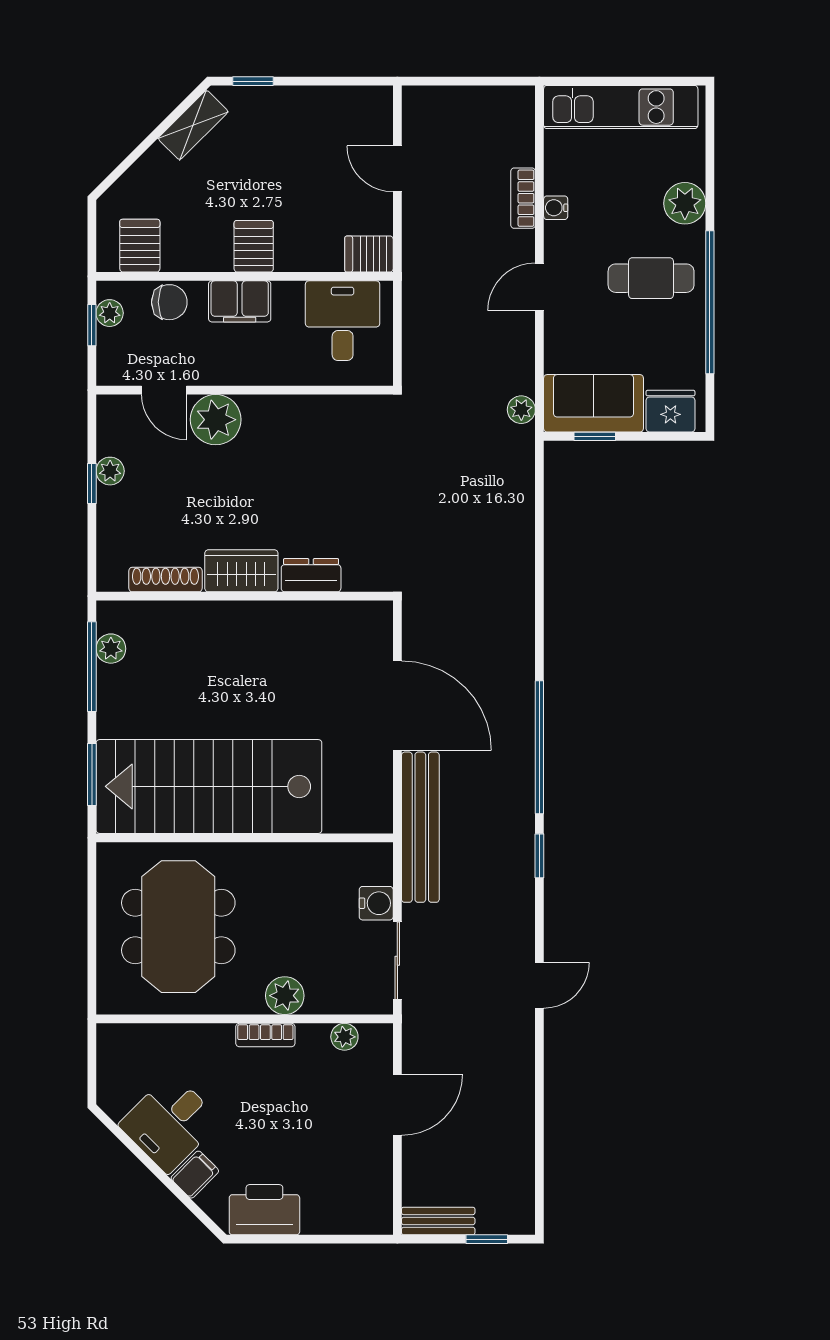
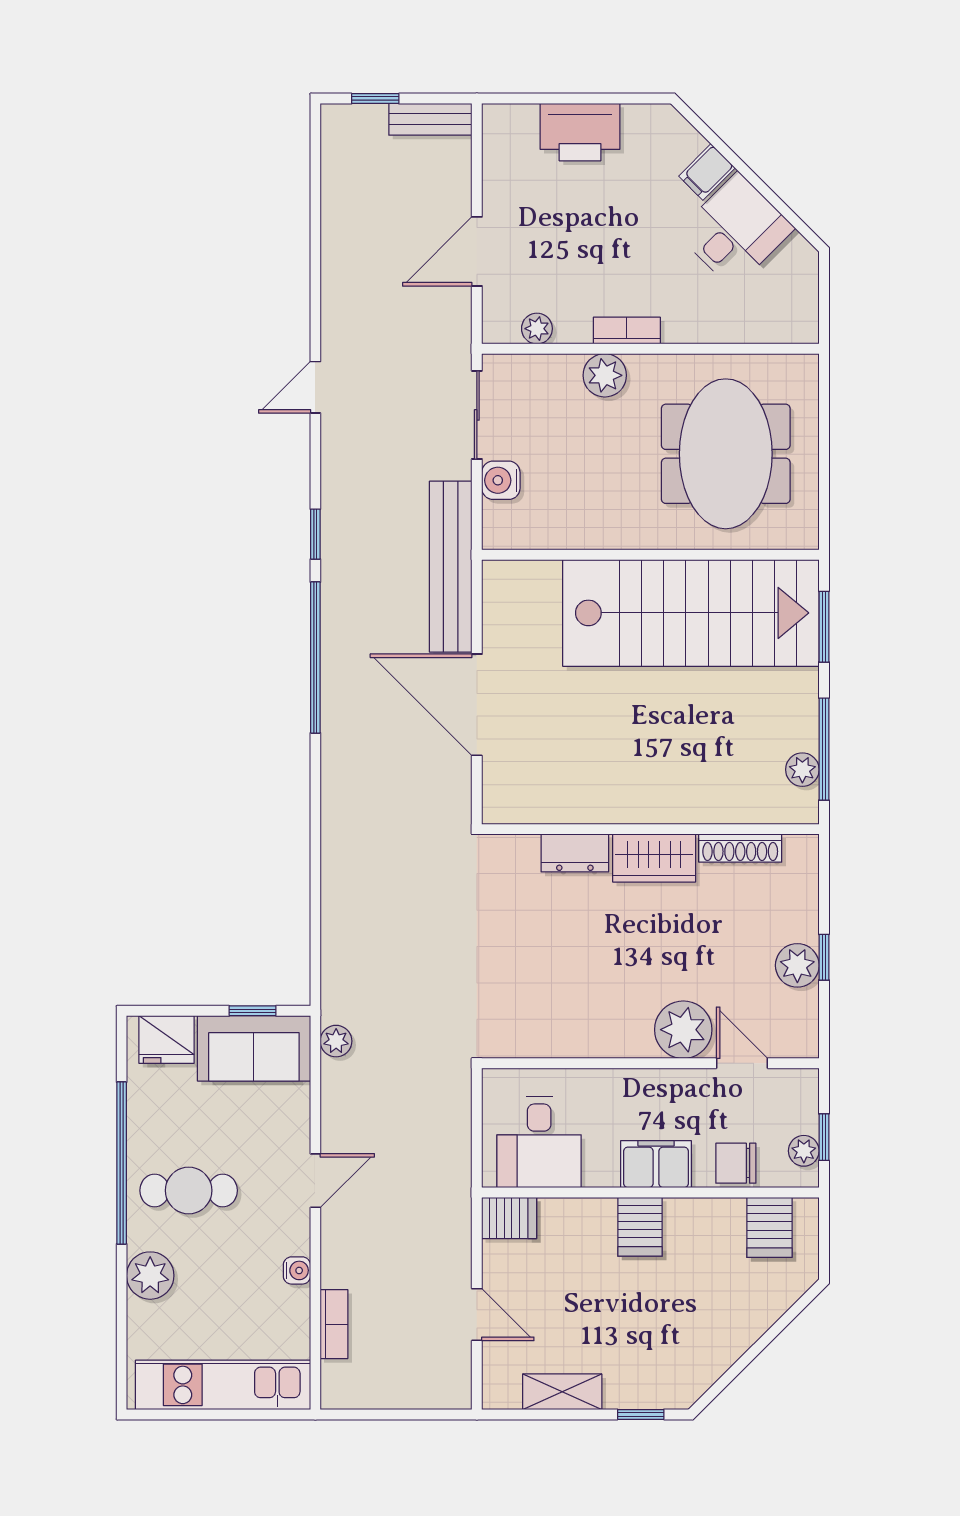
shelving: (193, 125) -> (562, 1392), moved, turned 45
bookcase: (523, 198) -> (334, 1324), moved
plant: (110, 471) -> (797, 965), width x1.38, depth x1.38
printer: (264, 1210) -> (580, 132), moved

